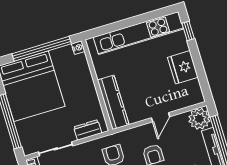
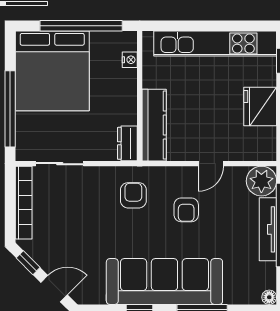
nightstand: (78, 48) -> (130, 60), moved
dresser: (88, 130) -> (127, 143), moved, turned -90

